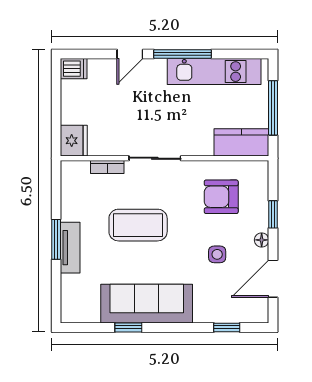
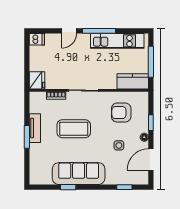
tv unit: (70, 248) -> (35, 128), moved

